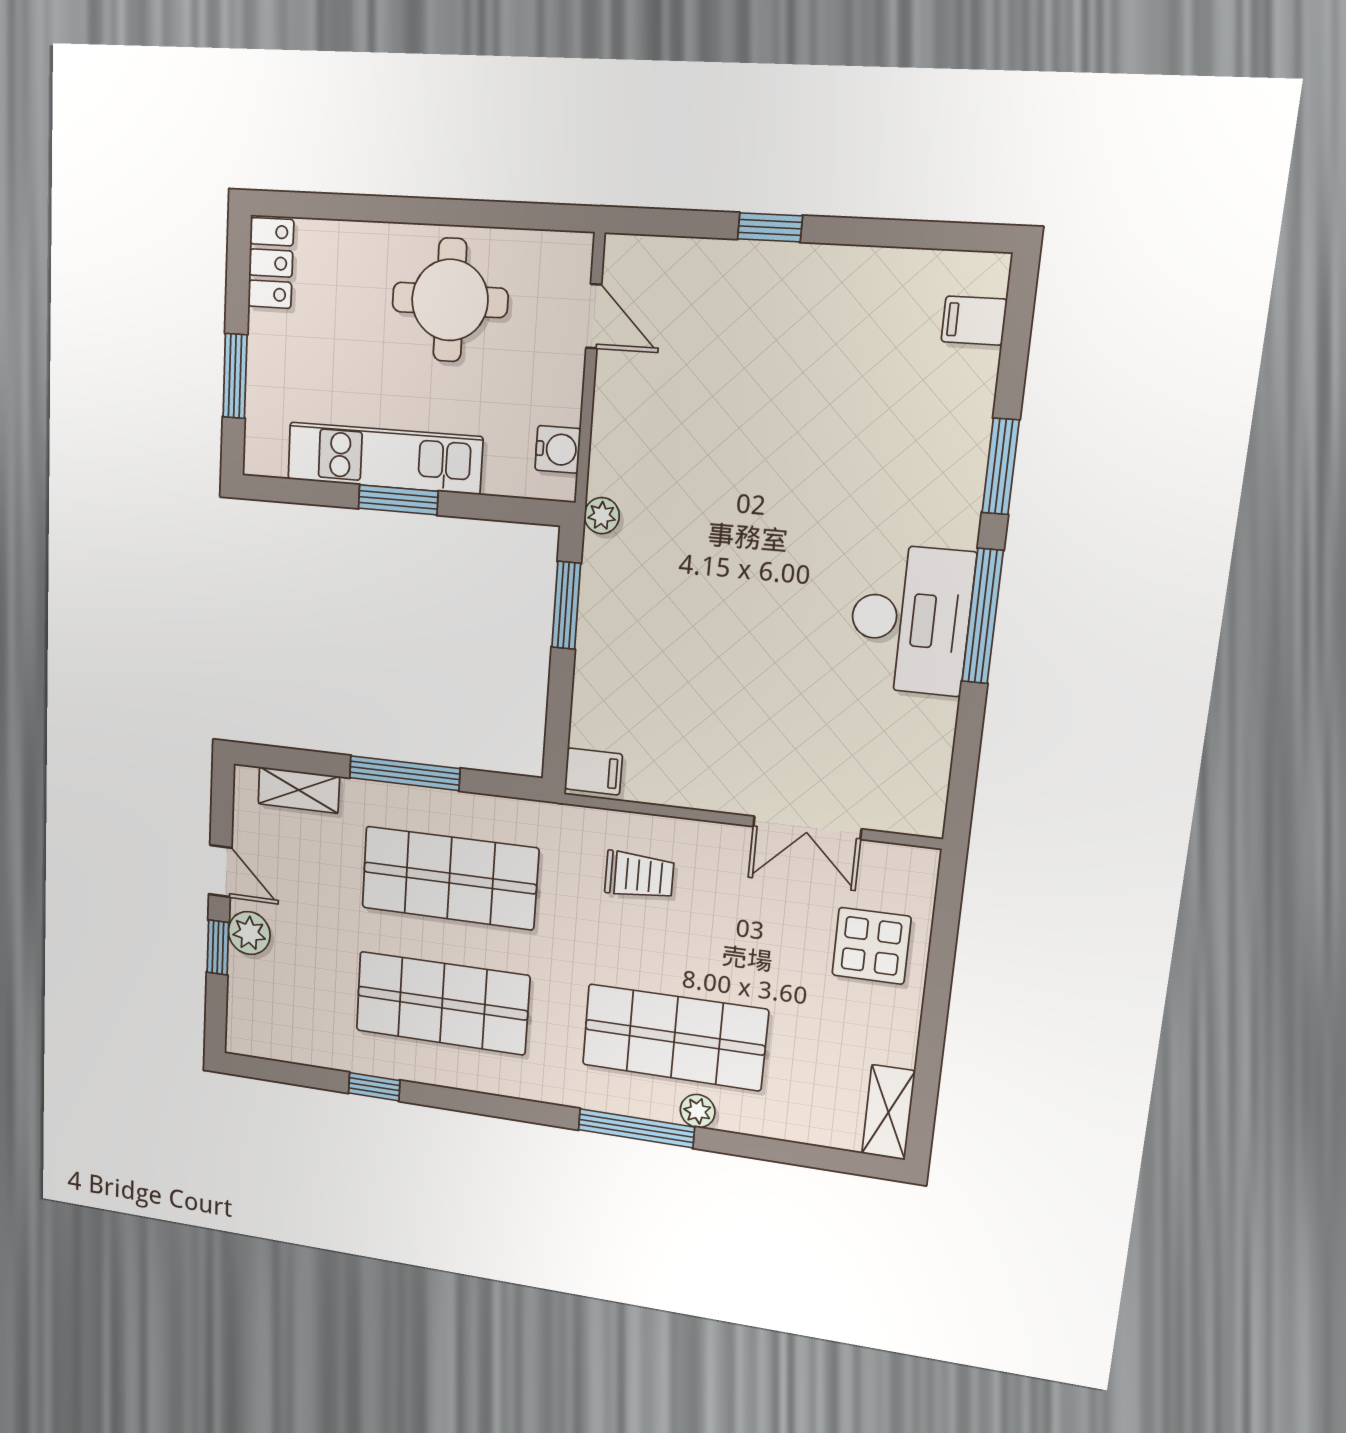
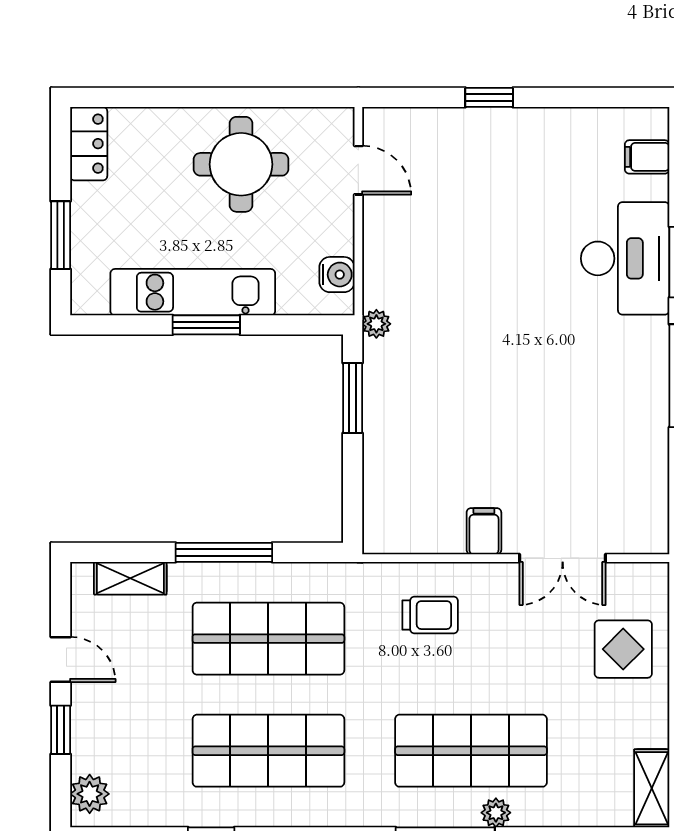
desk: (910, 620) -> (625, 258), moved
filing cabinet: (593, 771) -> (484, 531), moved, turned -90
plant: (249, 933) -> (90, 794), moved

